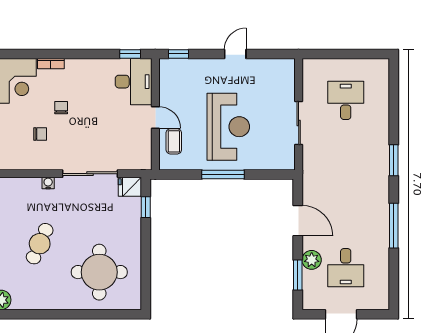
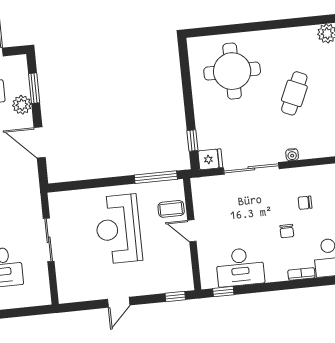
desk: (134, 82) -> (240, 267), moved, turned -90
coffee table: (174, 141) -> (171, 209), turned 90
window: (223, 174) -> (156, 177), moved

